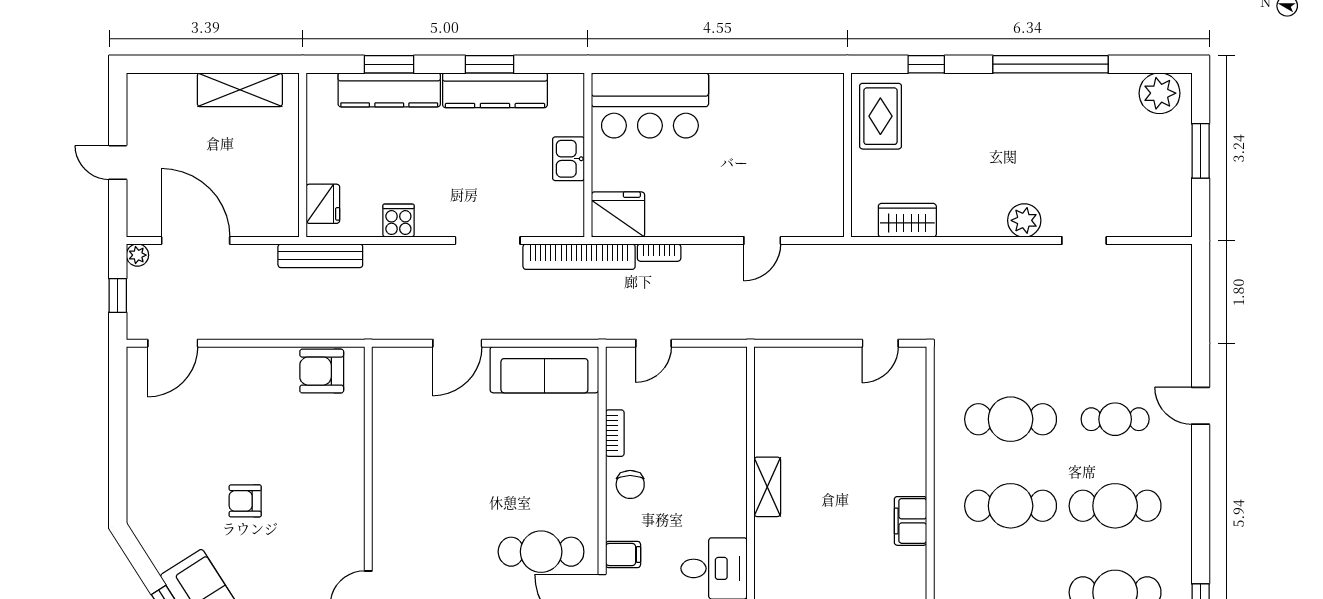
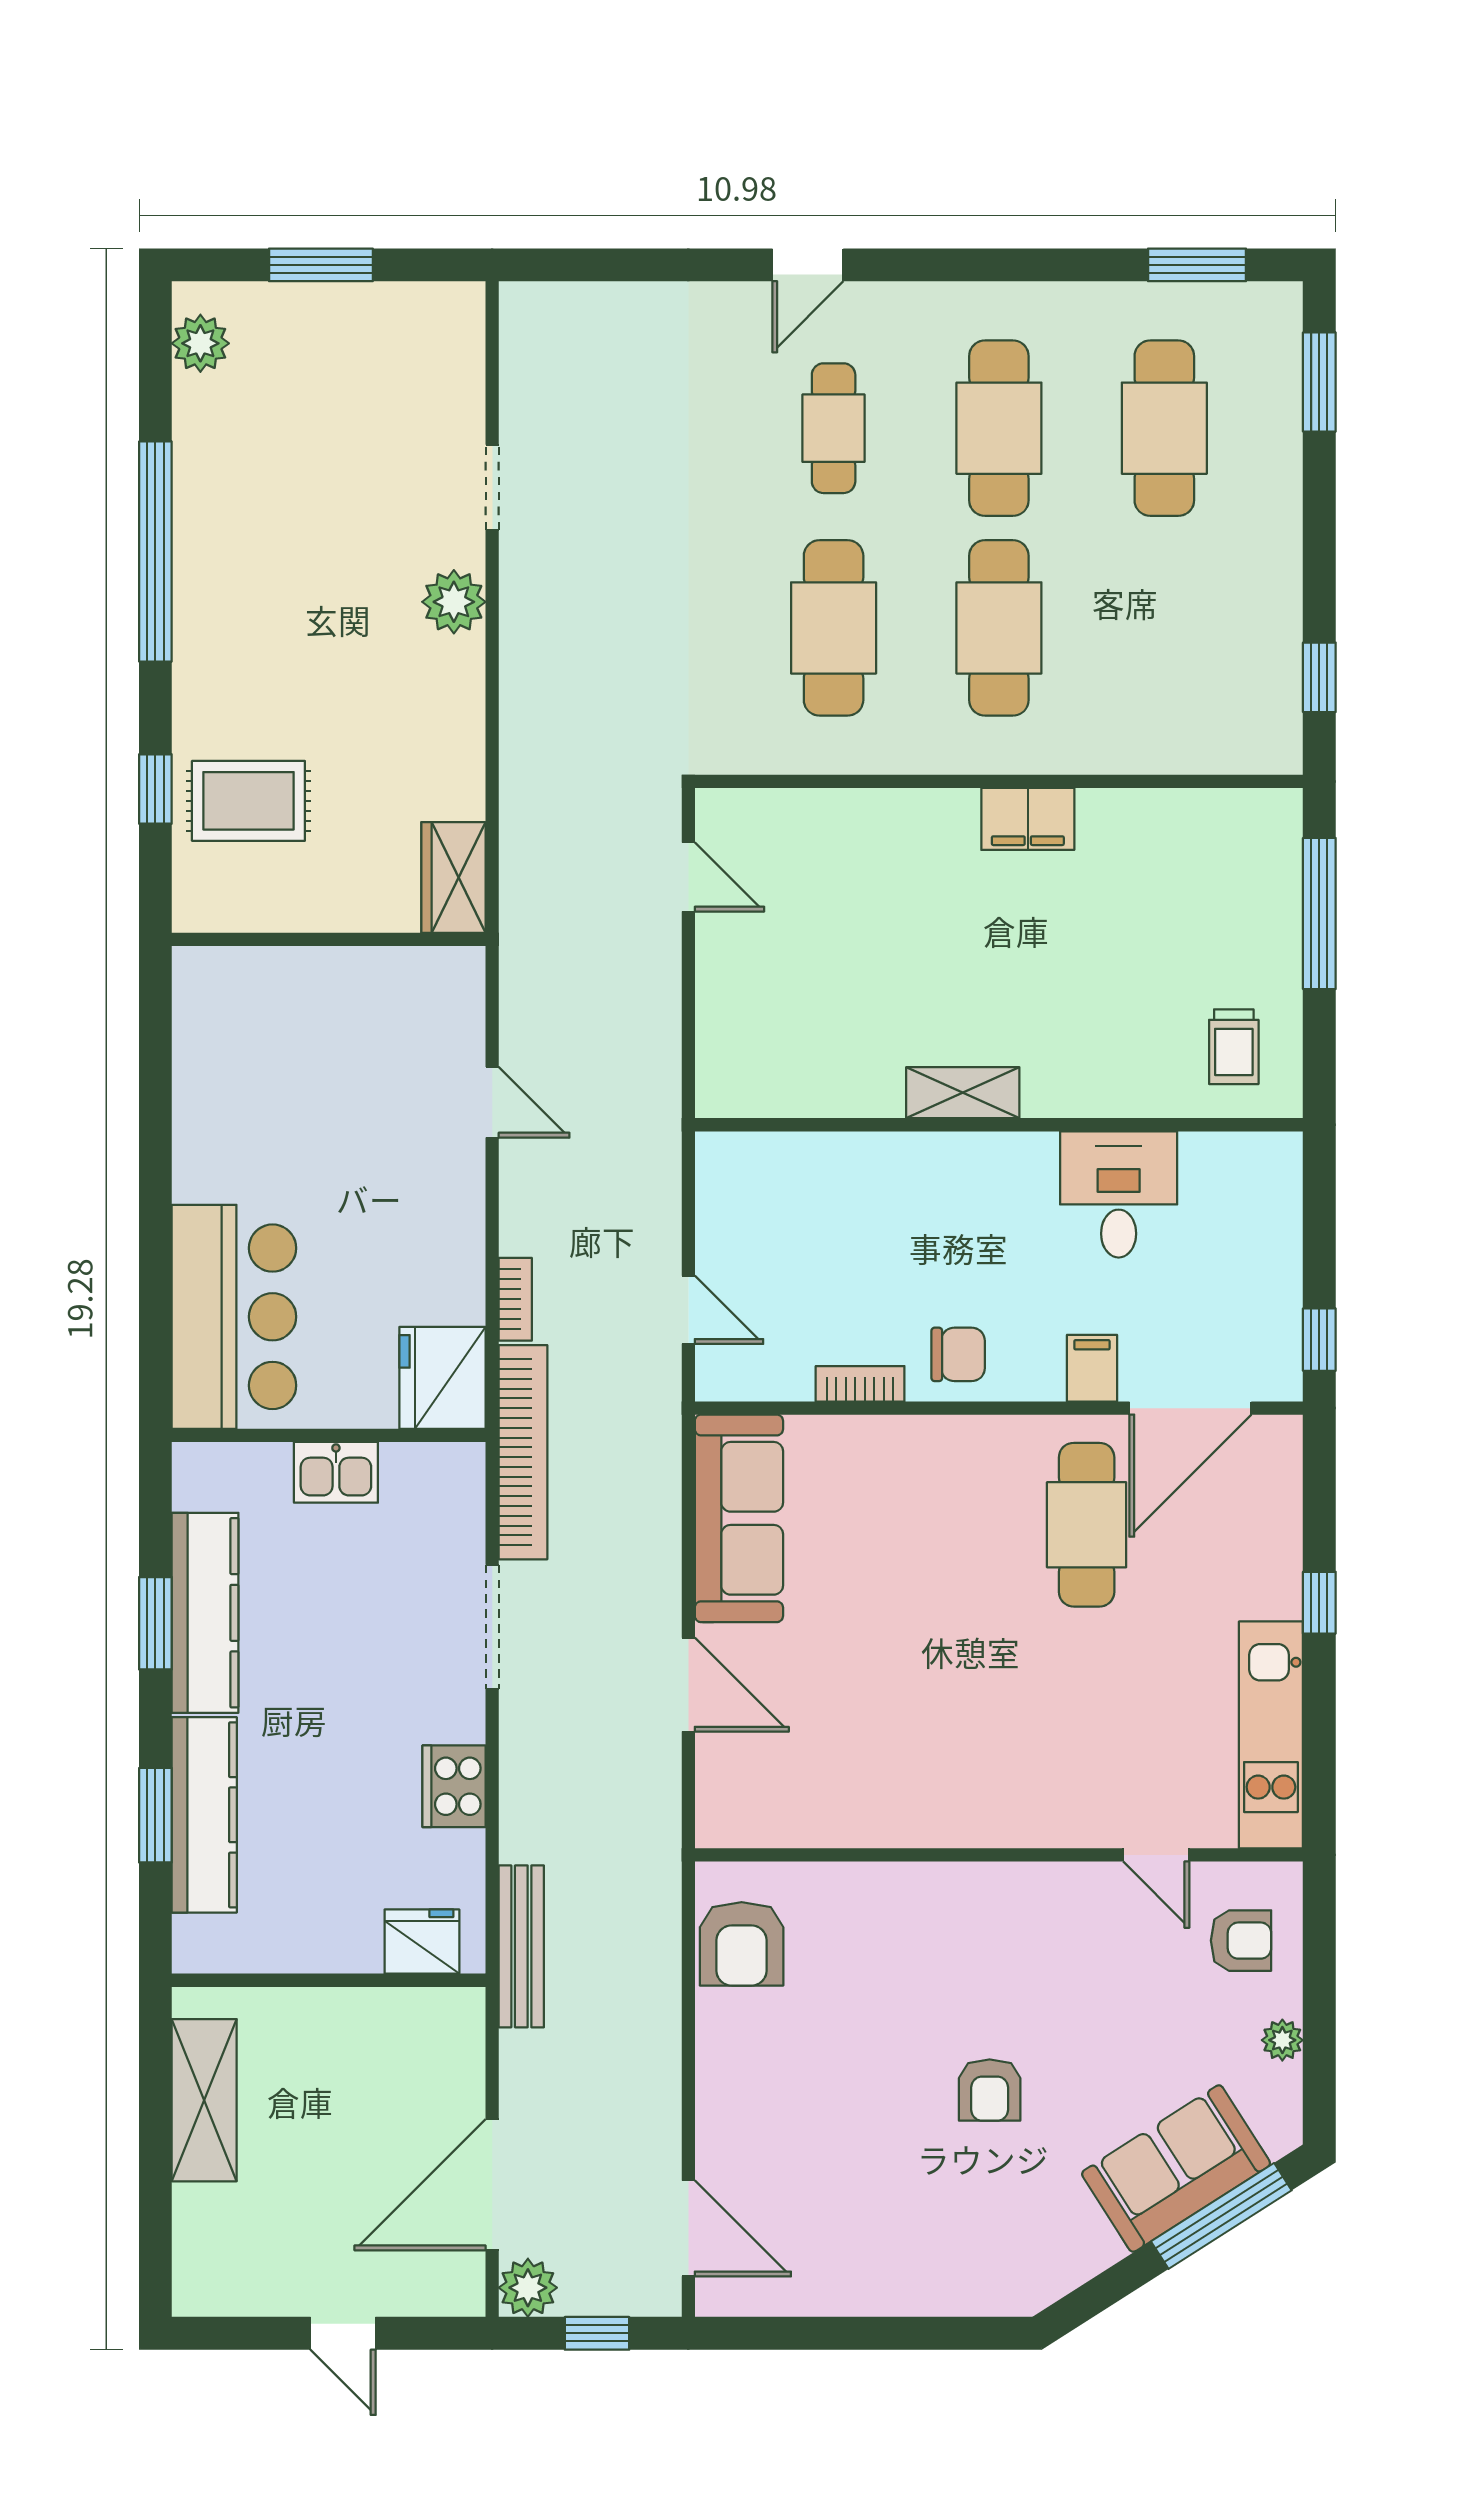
plant: (1160, 93) -> (200, 343), width x0.73, depth x0.73
rug: (880, 116) -> (248, 801), moved
door: (118, 162) -> (343, 2333), hinge flipped
wardrobe: (907, 220) -> (453, 878), moved
cooker: (398, 221) -> (454, 1786), width x1.36
plant: (137, 255) -> (528, 2288), width x1.38, depth x1.38

